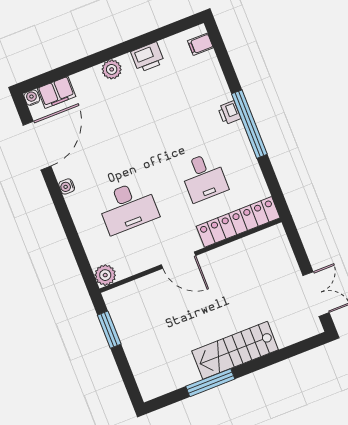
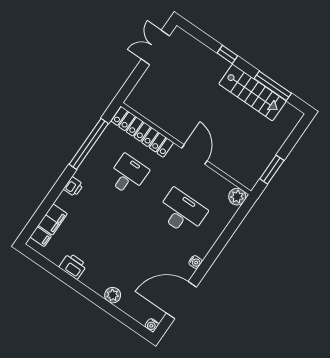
plant: (112, 69) -> (113, 295), moved
filing cabinet: (57, 92) -> (53, 219), moved, turned 90
window: (249, 124) -> (89, 144), moved
stairs: (235, 350) -> (252, 92), moved
window: (259, 364) -> (227, 54), added
window: (210, 383) -> (273, 86), moved

